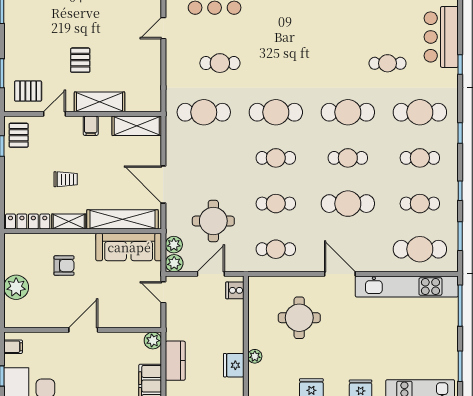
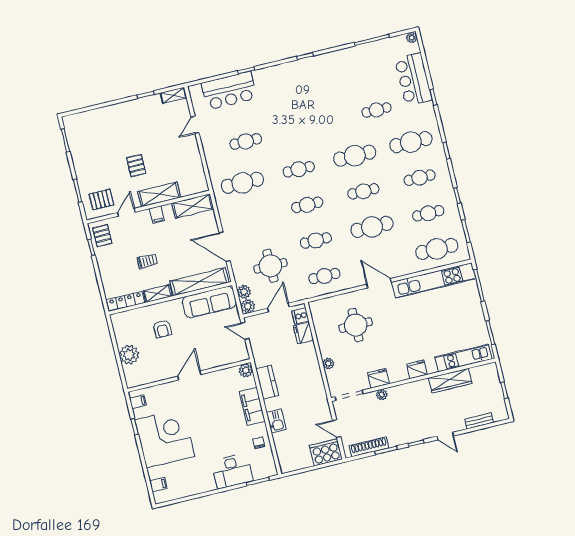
cafe table: (276, 112) -> (299, 169), width x0.73, depth x0.74
armchair: (64, 266) -> (162, 329), turned 90
fridge: (234, 365) -> (303, 333), moved

